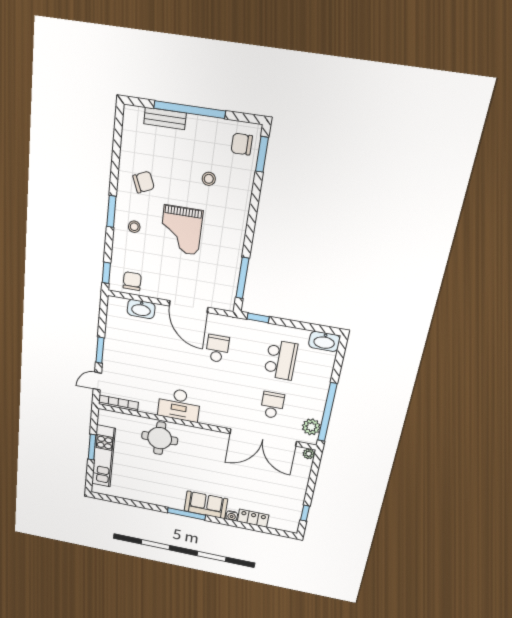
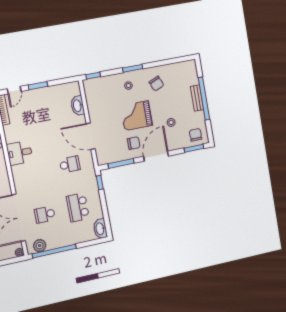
bench: (165, 118) -> (197, 98), moved
door: (251, 221) -> (156, 156), added
chair: (132, 281) -> (134, 143), moved
door: (189, 307) -> (91, 136), hinge flipped
school desk: (281, 360) -> (78, 207), turned 90
door: (97, 381) -> (14, 90), swing flipped
desk: (179, 405) -> (20, 153), width x0.73
school desk: (272, 405) -> (45, 215), turned 180

